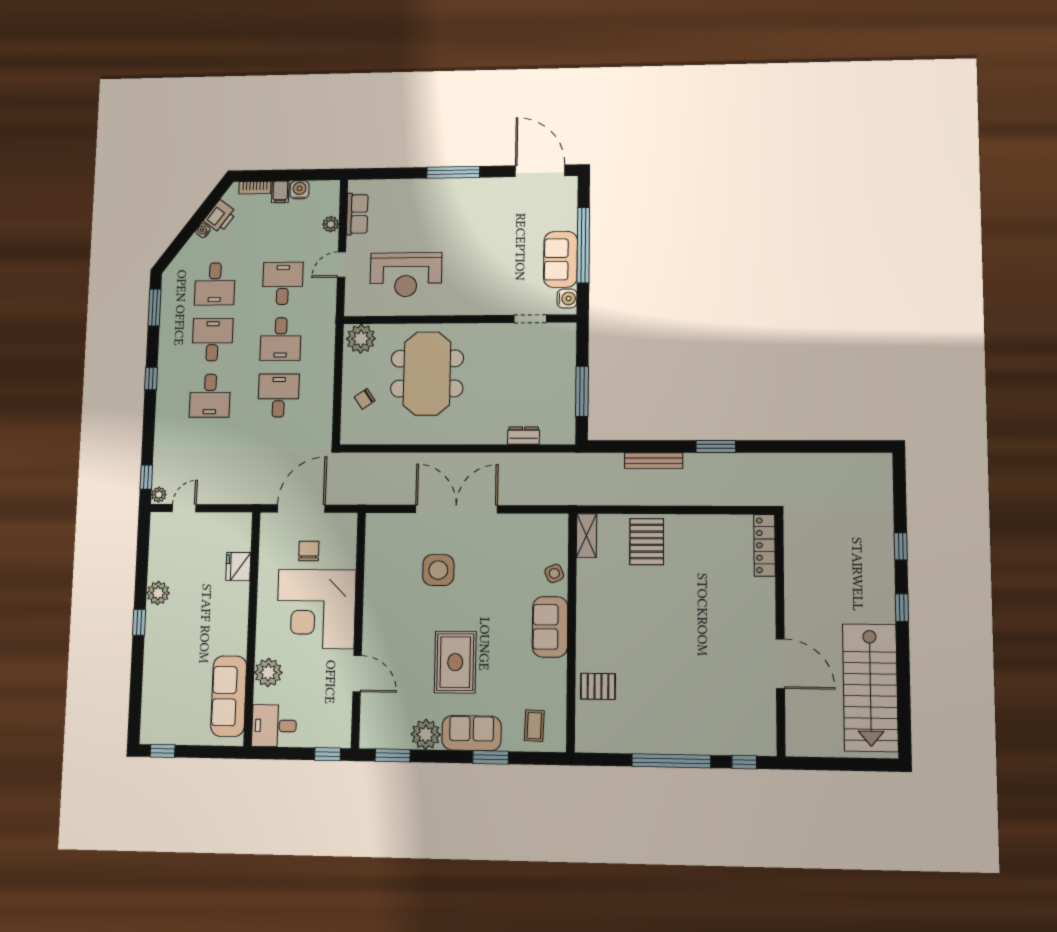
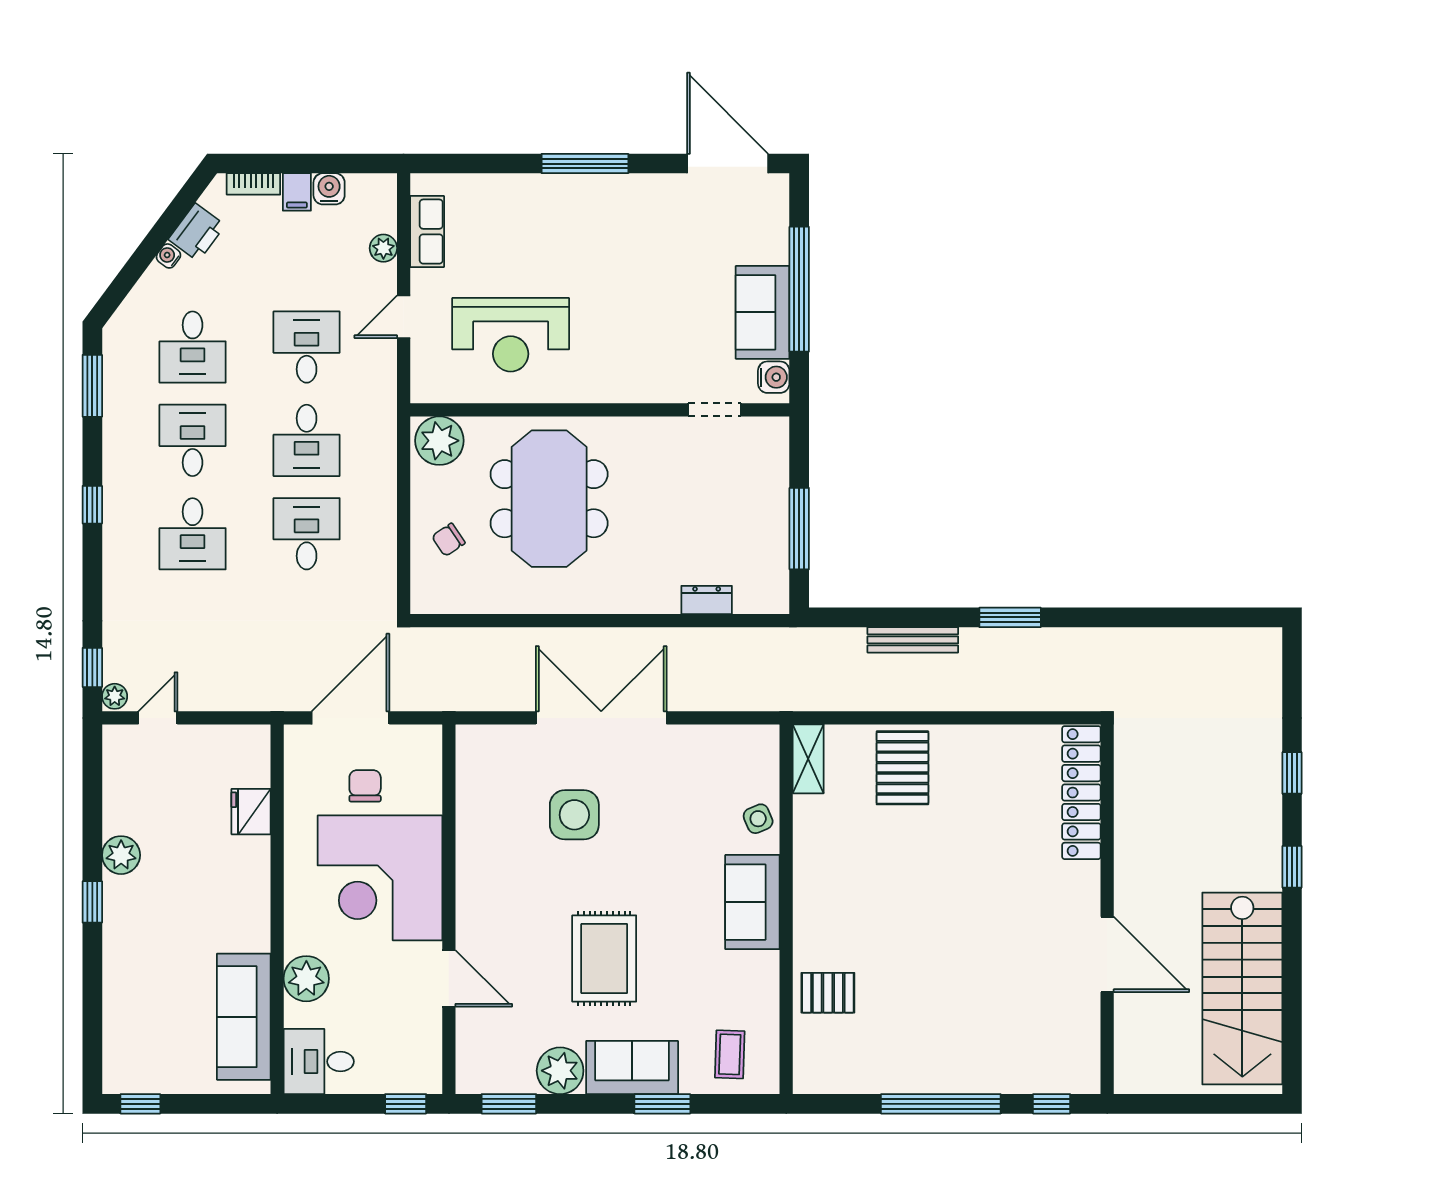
locker: (765, 545) -> (1081, 793), width x1.41, depth x1.21

